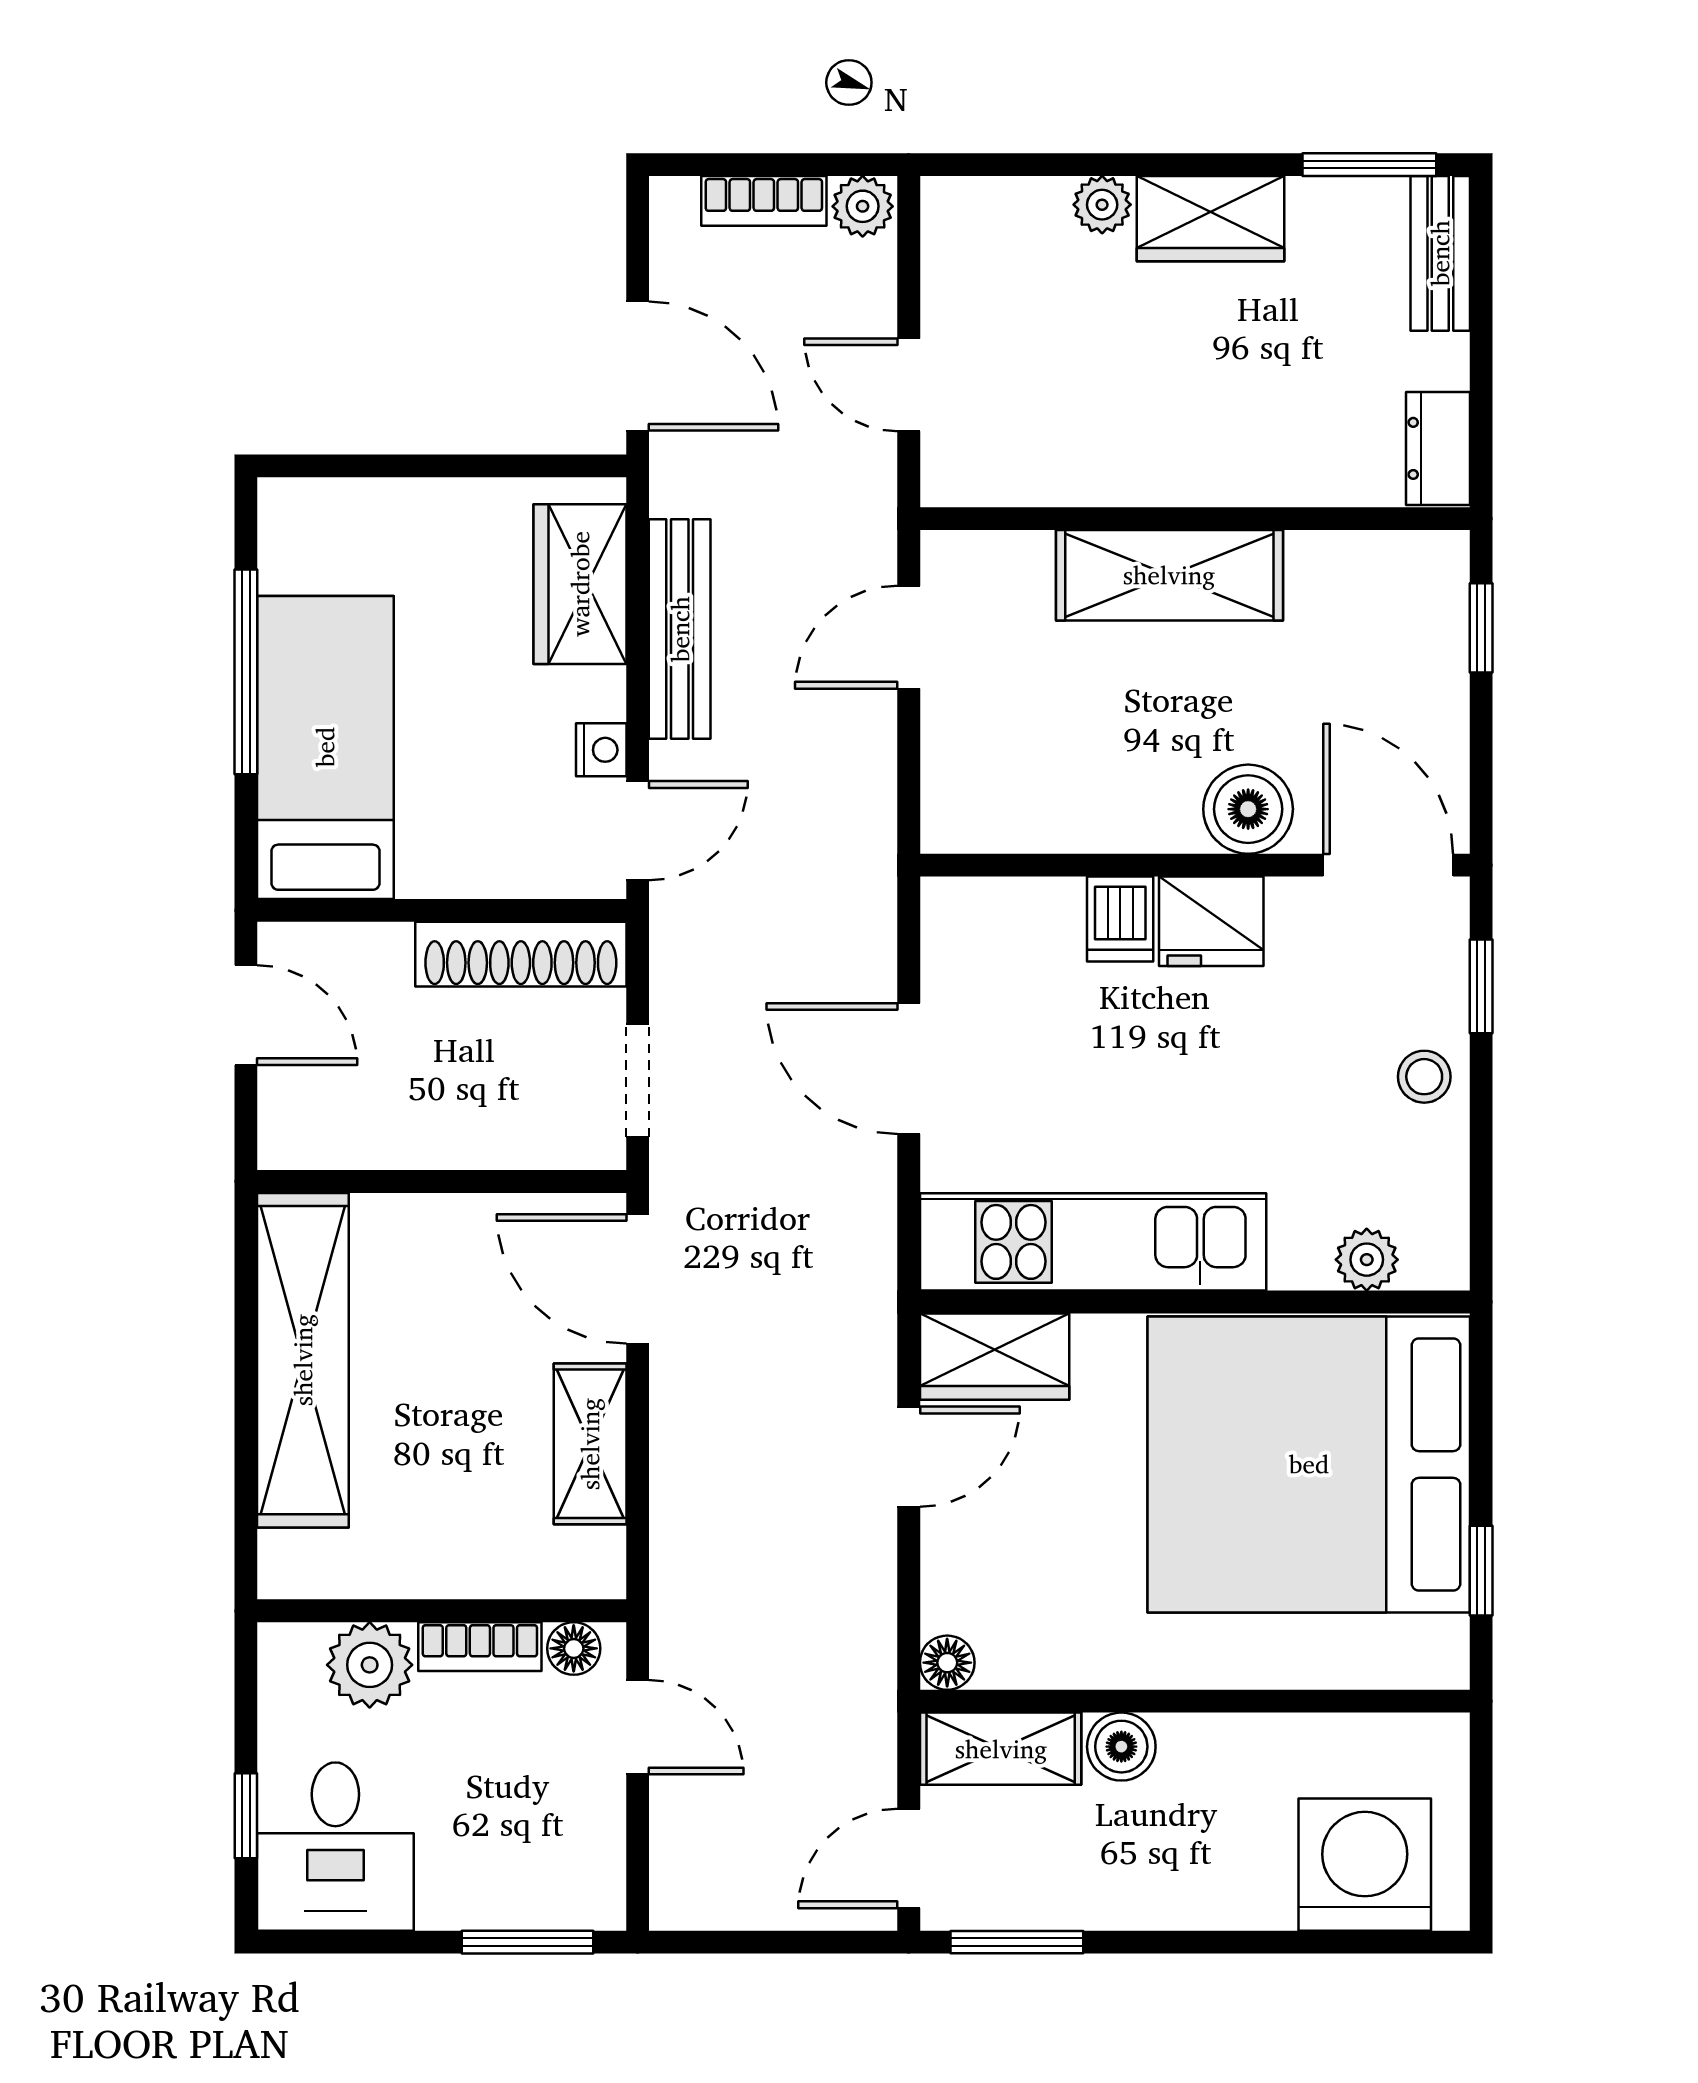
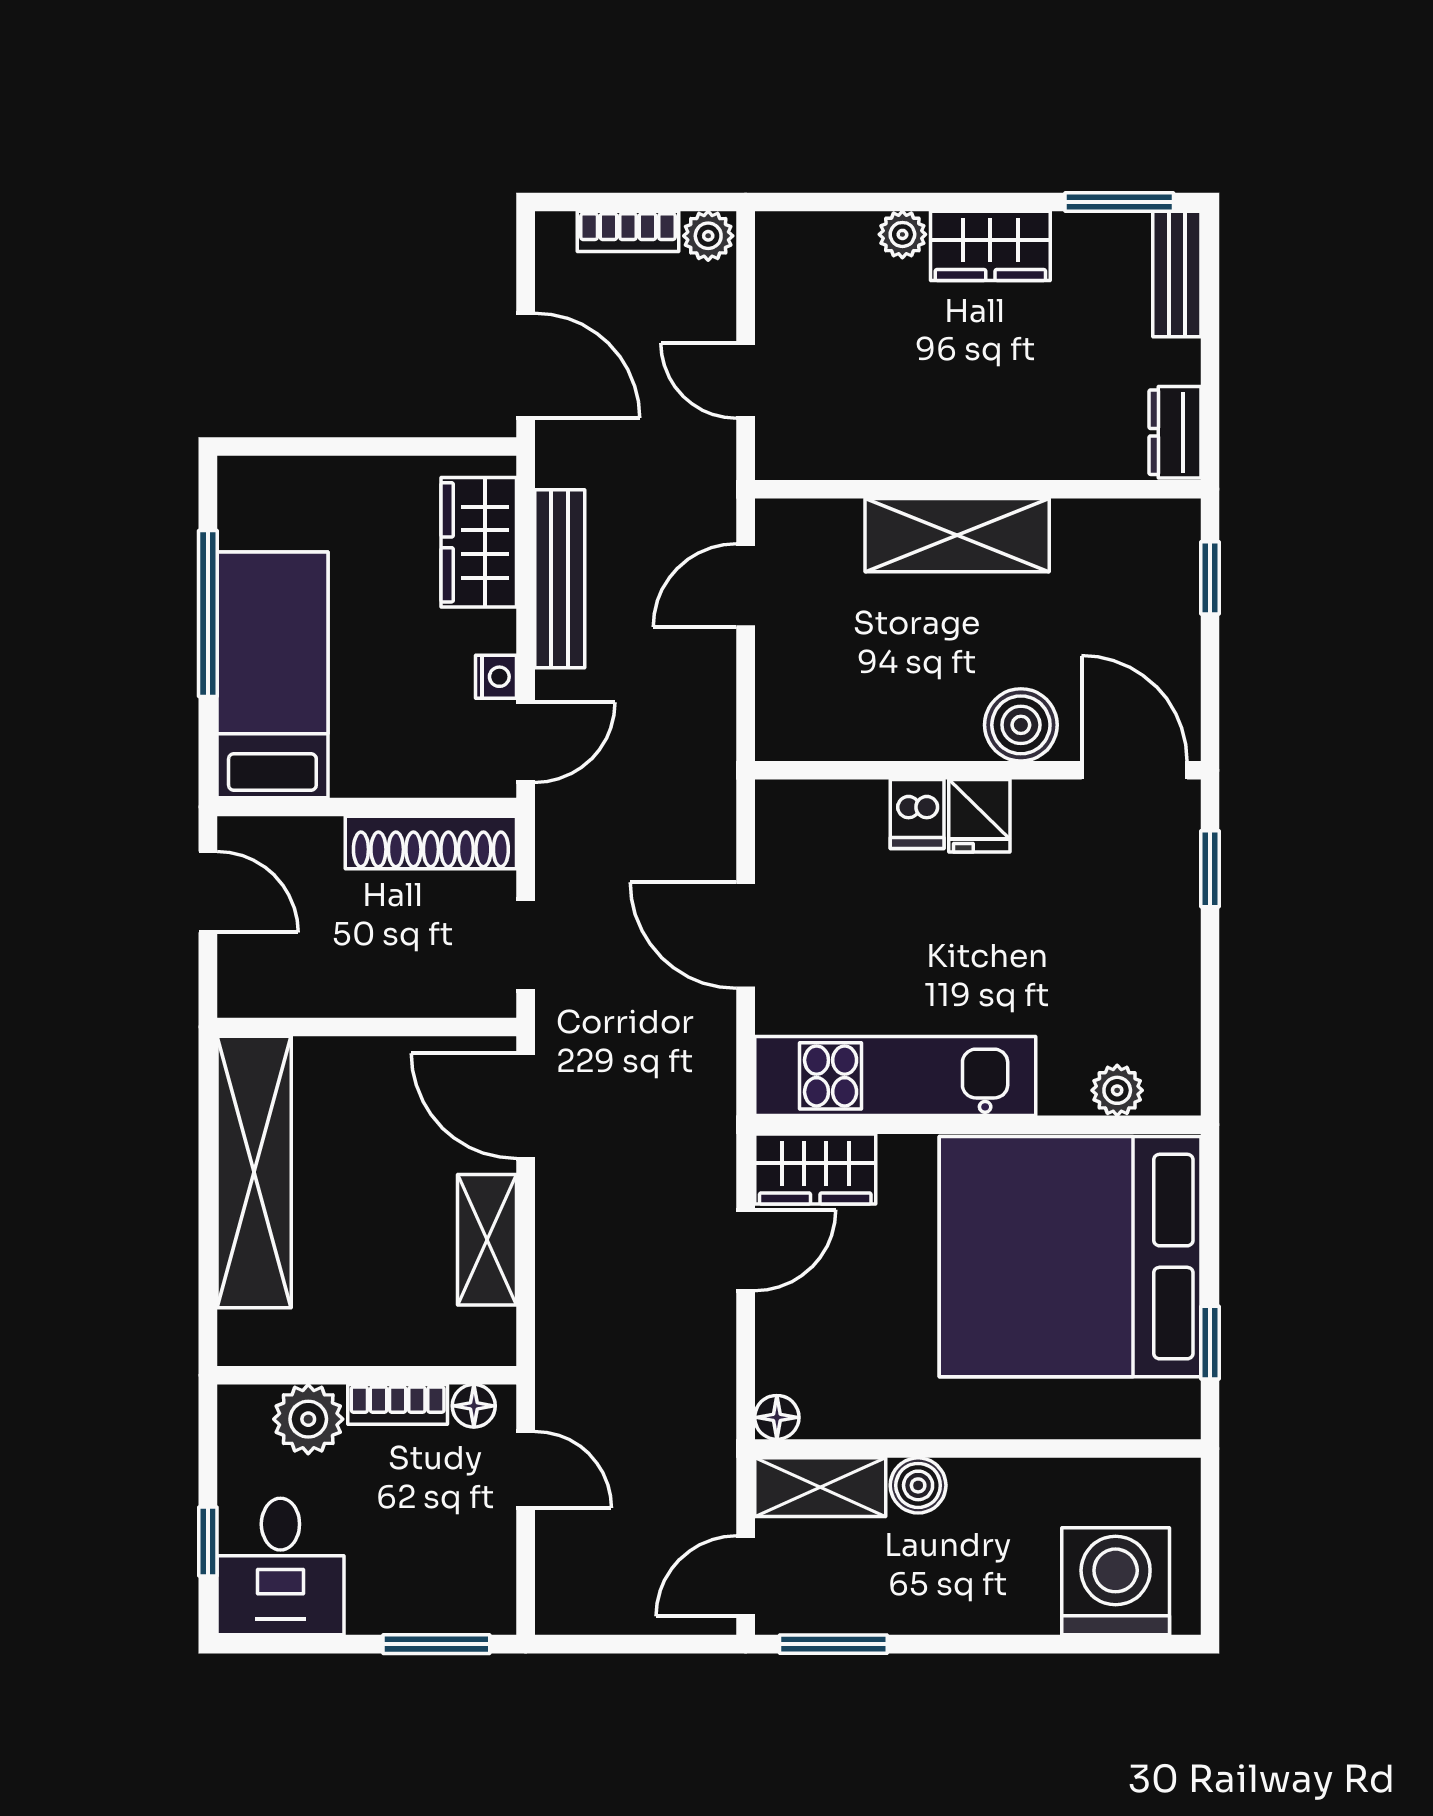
fridge: (1211, 921) -> (979, 816), width x0.72
stool: (1424, 1077) -> (1164, 942), removed

